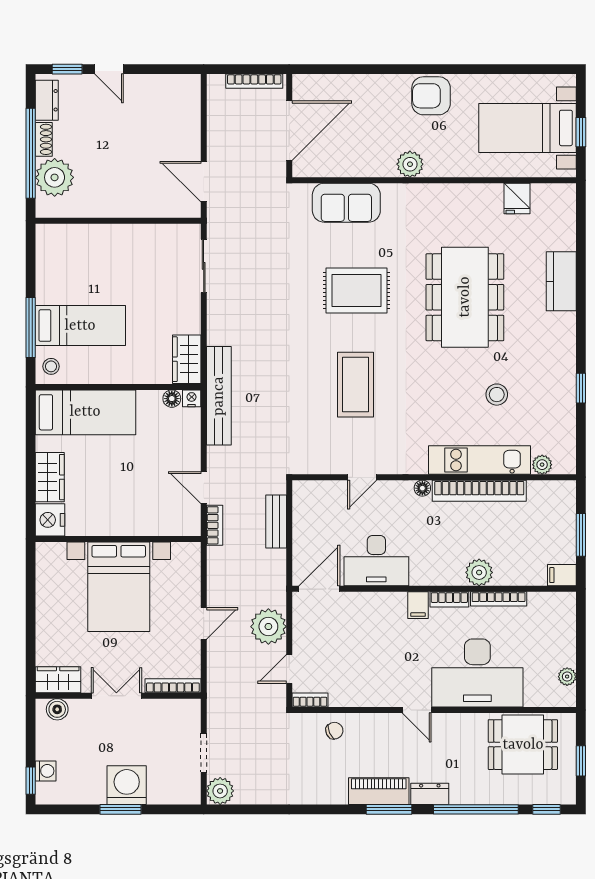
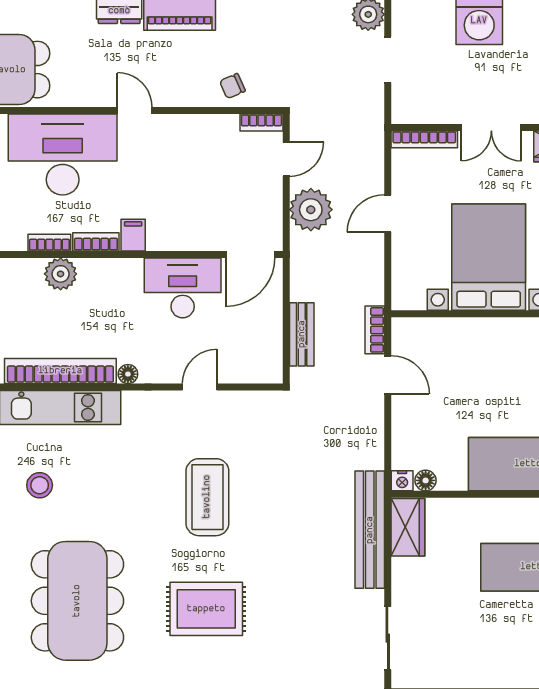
bench: (219, 396) -> (370, 530), moved
bookcase: (499, 599) -> (49, 243), width x0.64

